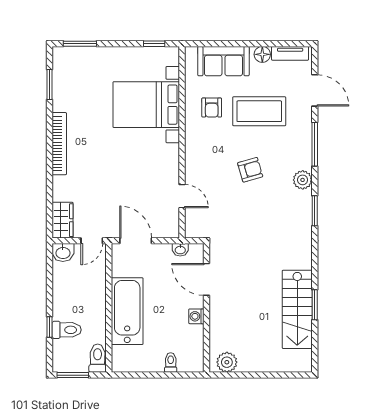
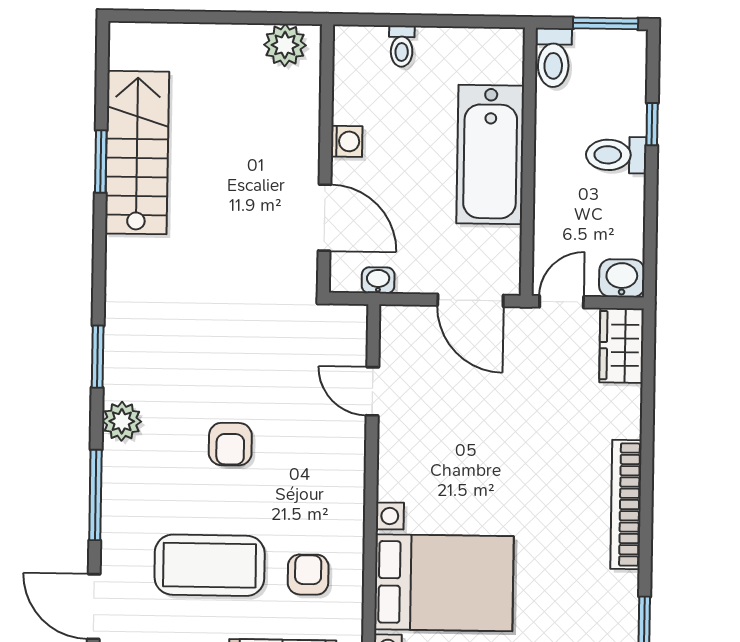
armchair: (250, 170) -> (230, 444), turned -74
toilet: (67, 330) -> (616, 155), moved

